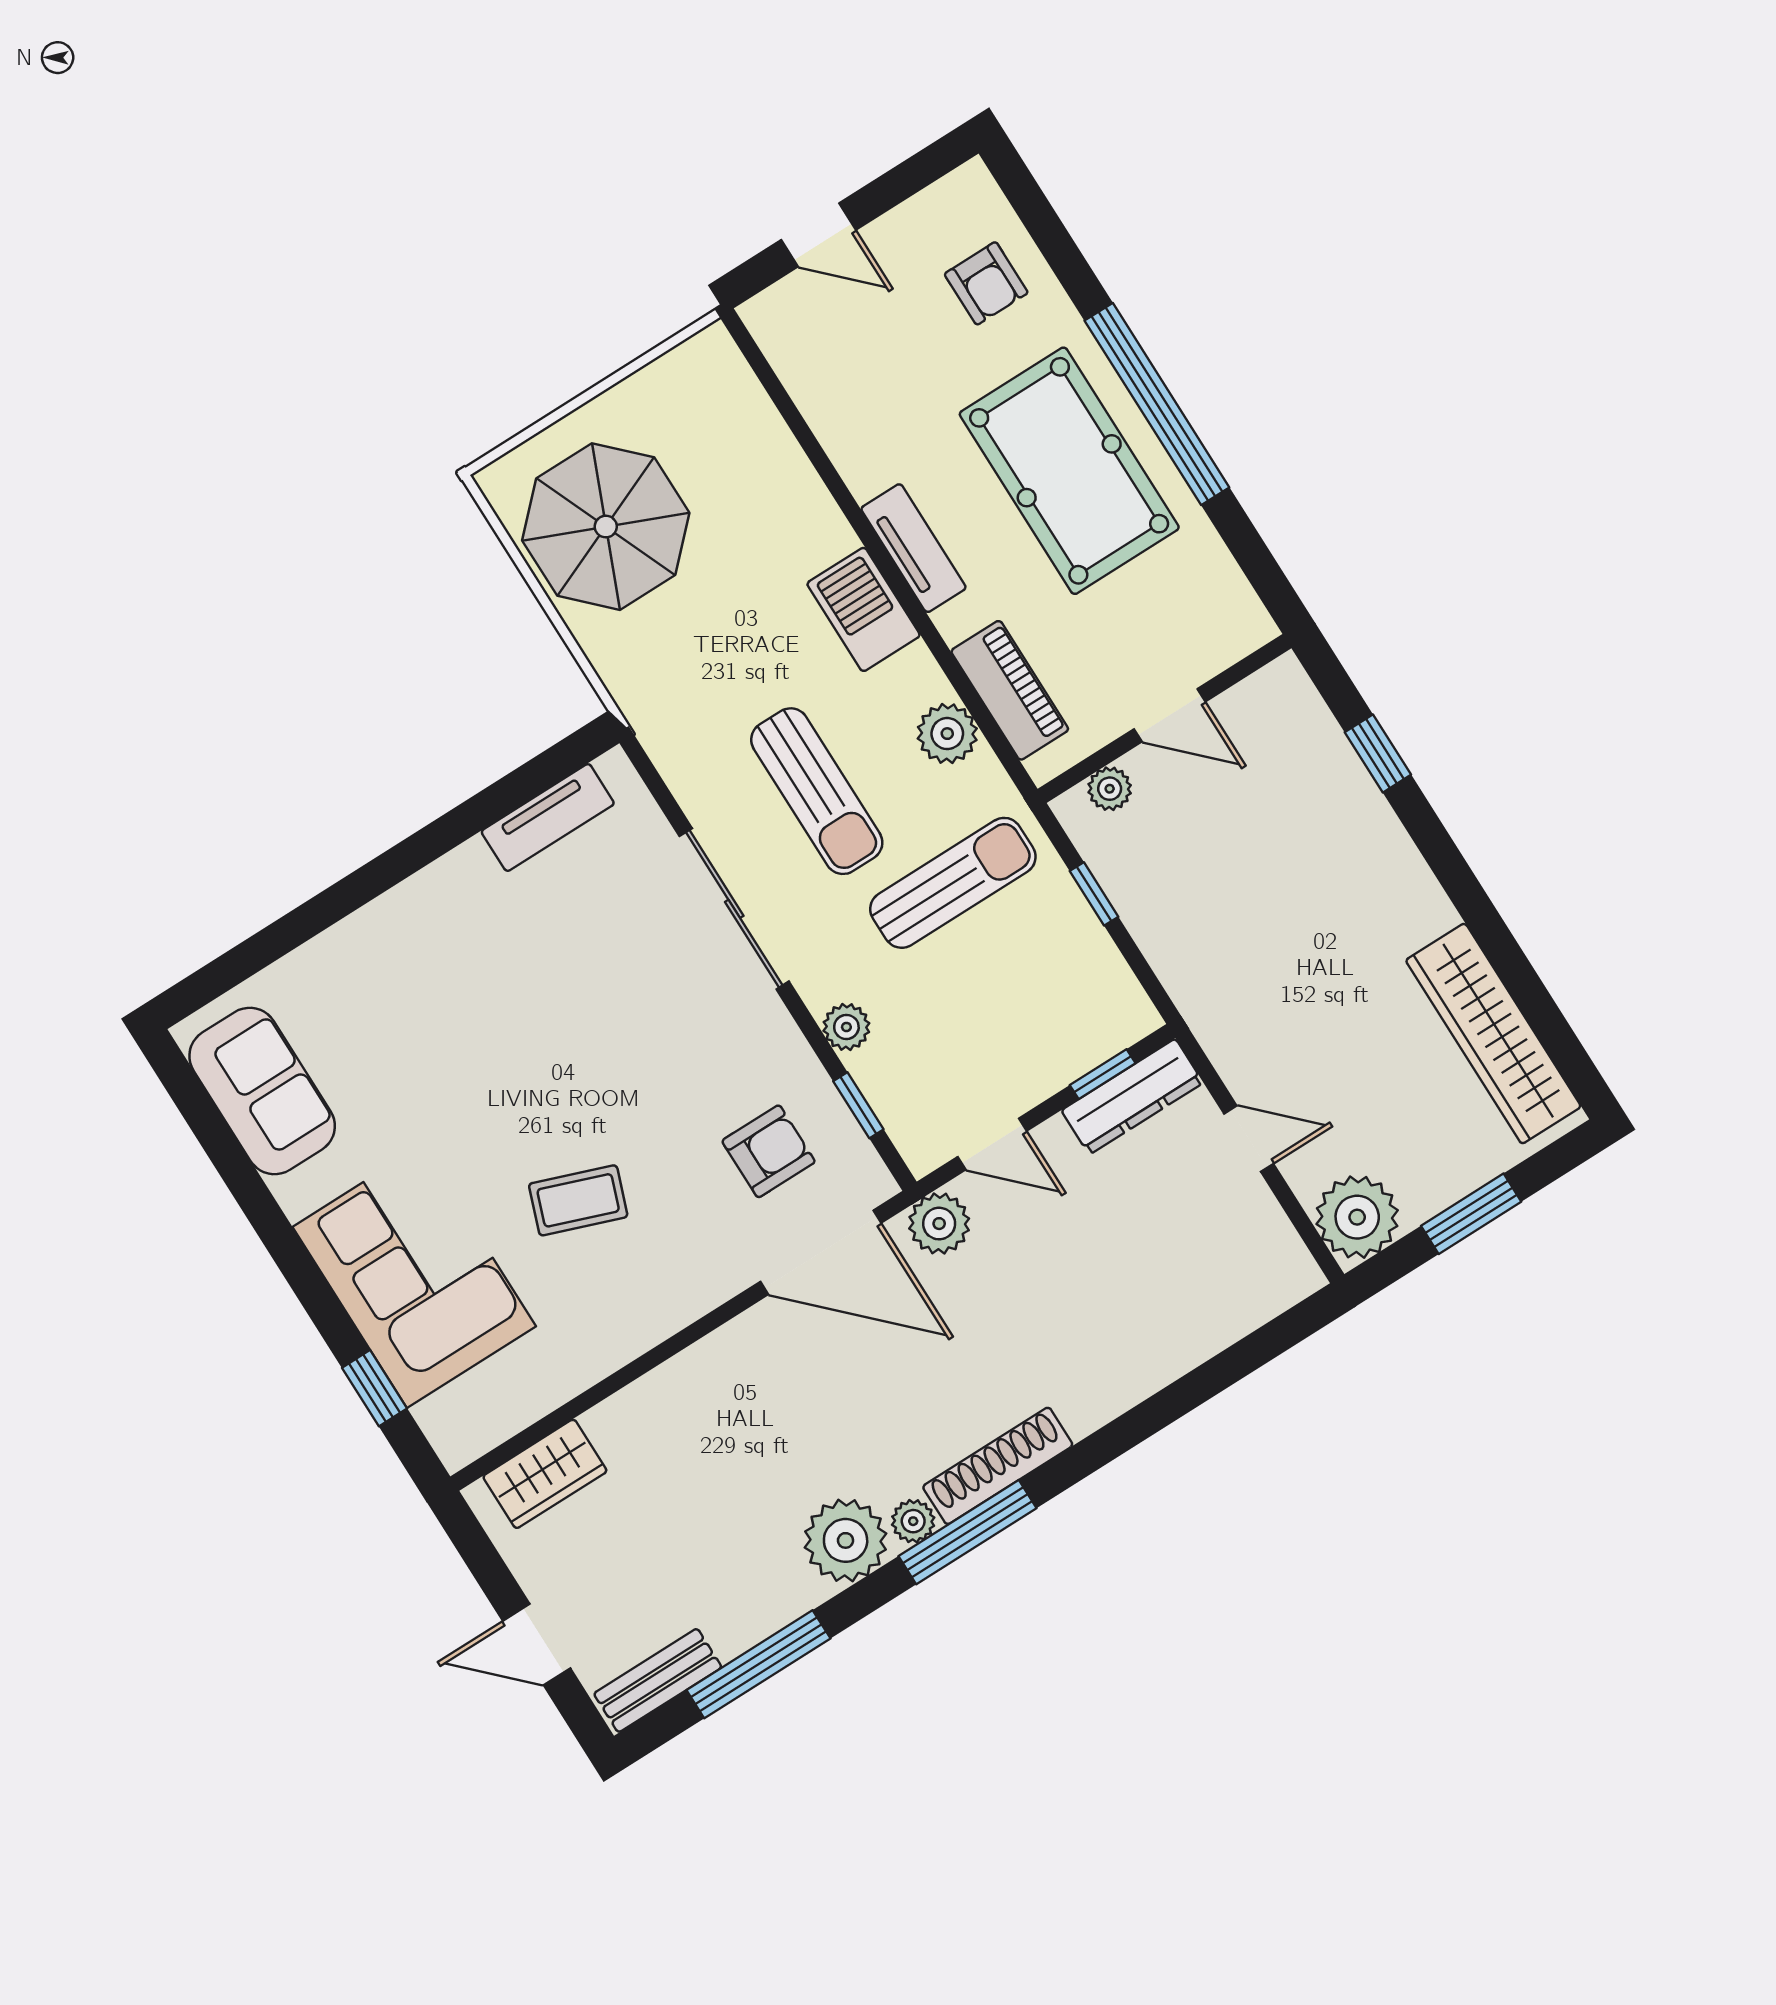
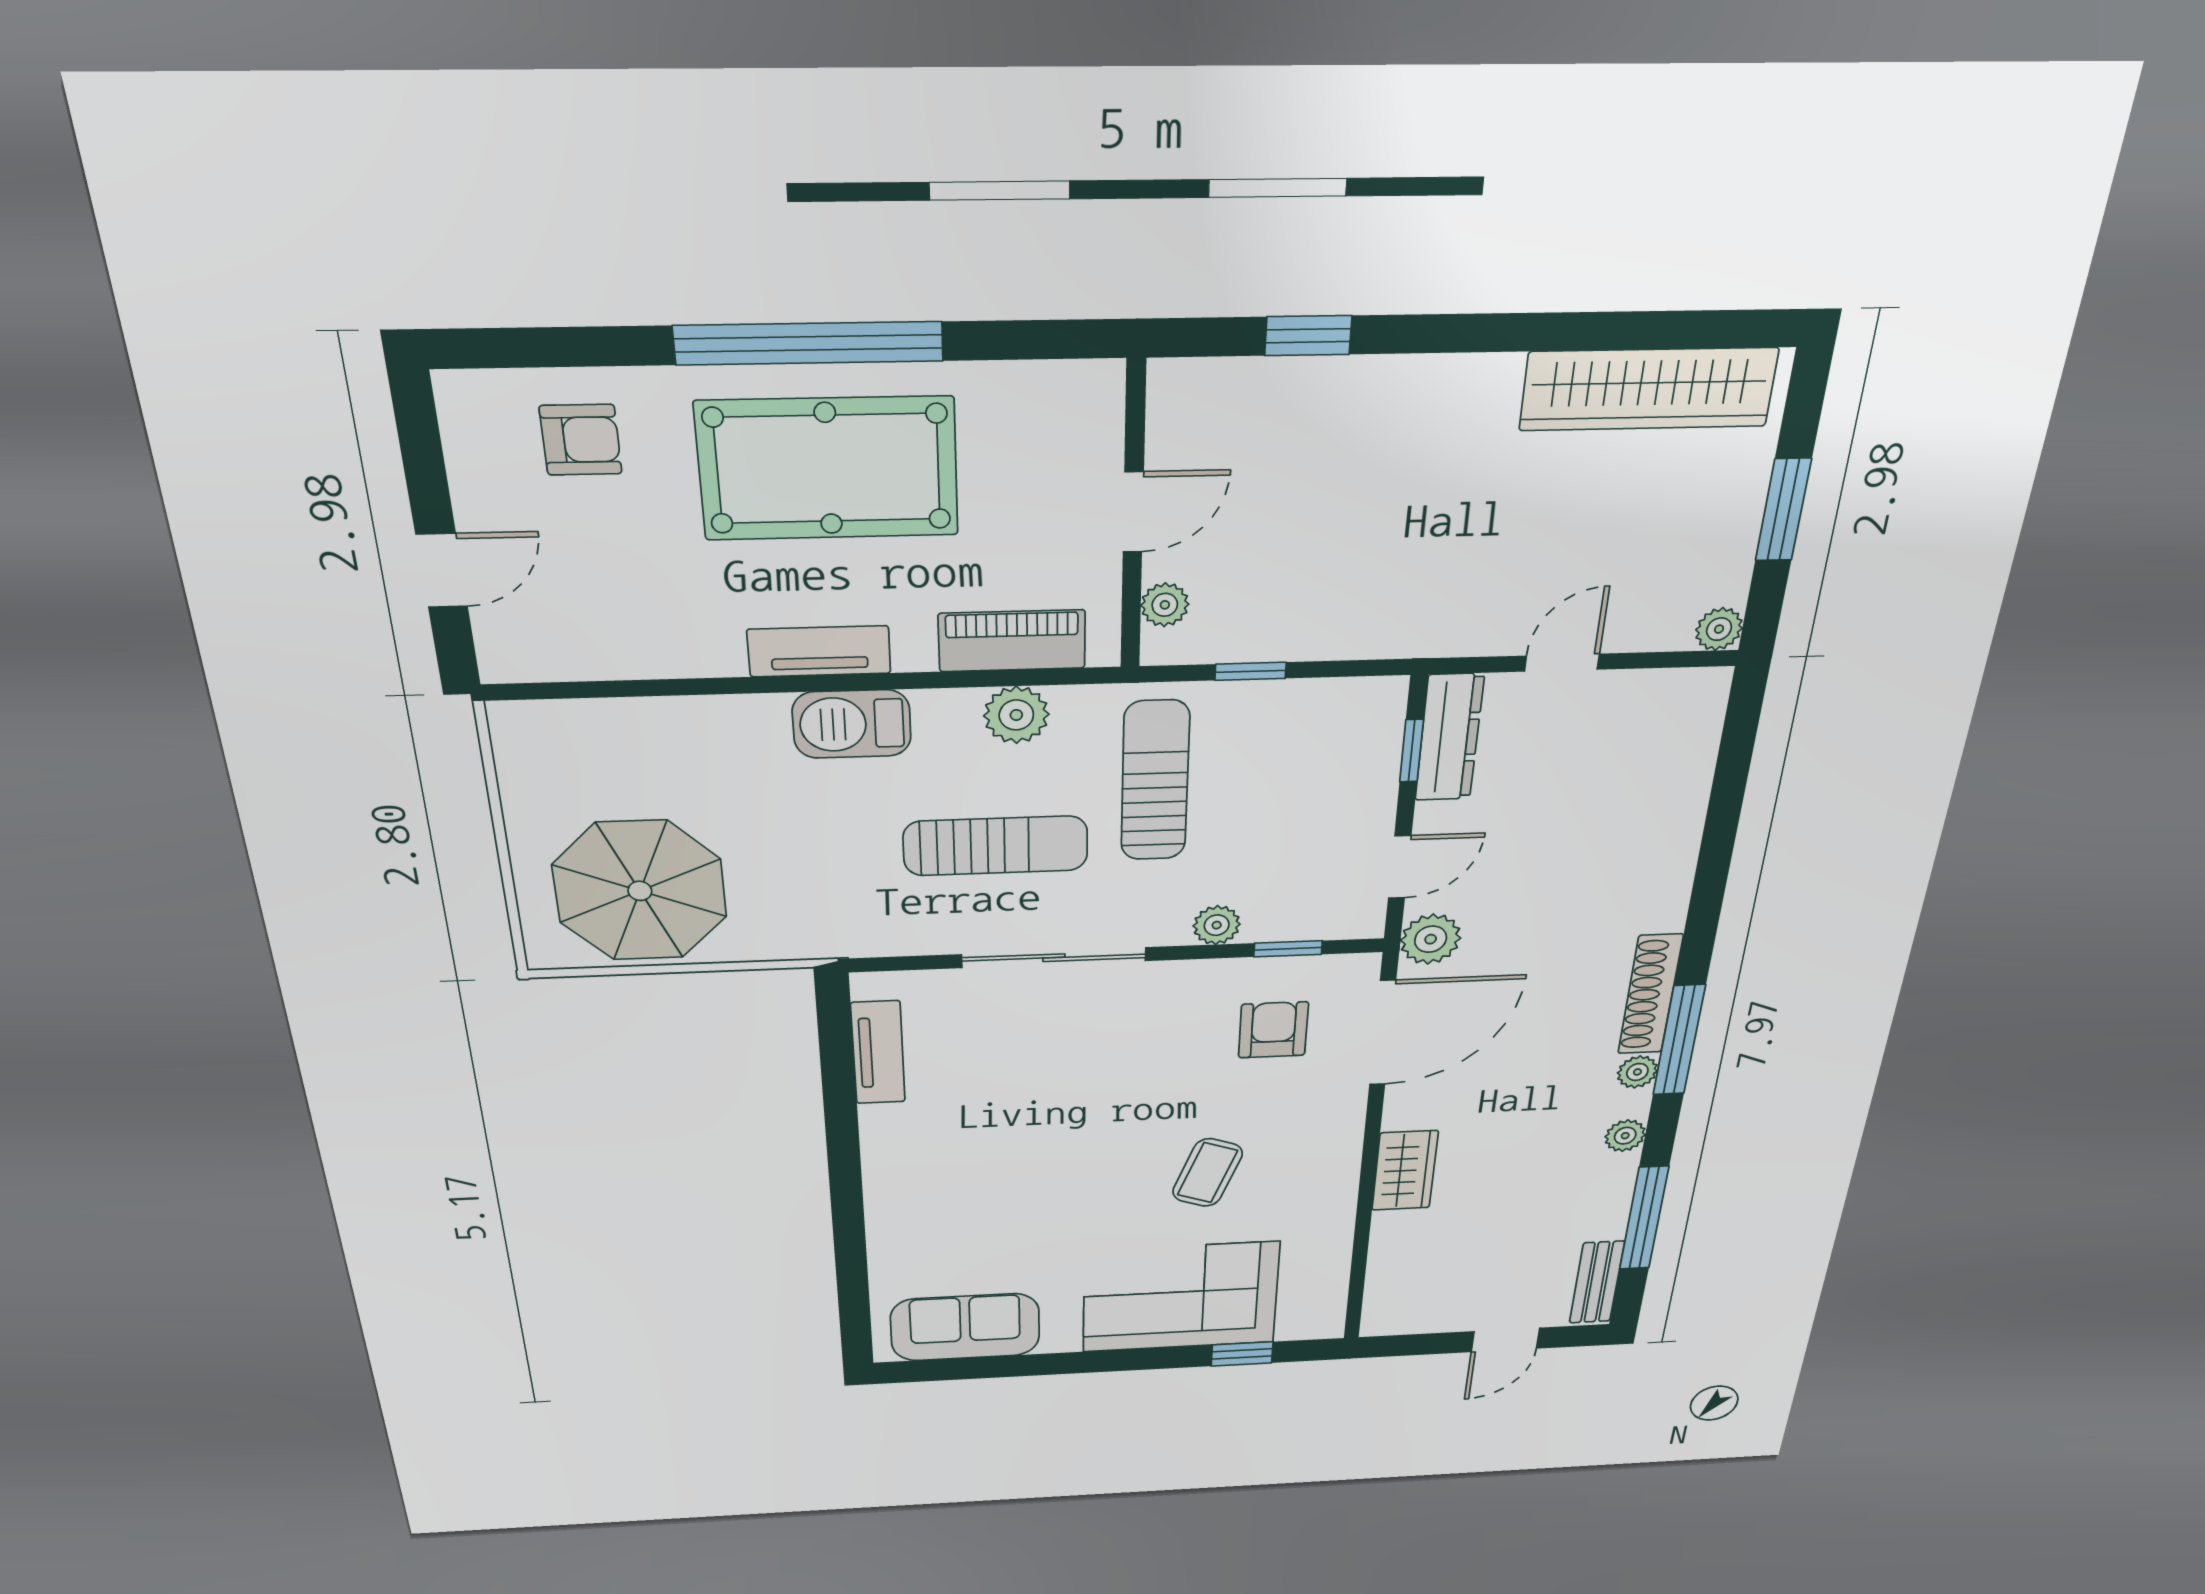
plant: (1357, 1217) -> (1719, 629), width x0.53, depth x0.53
wardrobe: (545, 1474) -> (1405, 1171), moved
plant: (846, 1540) -> (1625, 1136), width x0.53, depth x0.53

